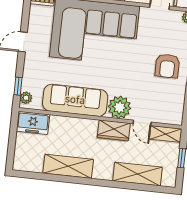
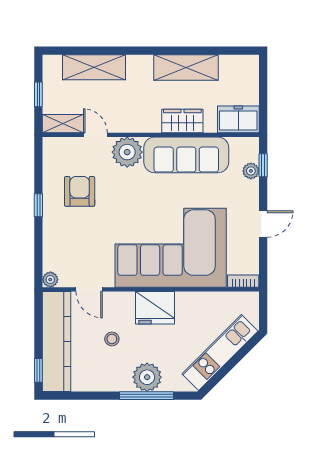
armchair: (167, 66) -> (80, 191), moved
plant: (26, 98) -> (251, 171), moved
wardrobe: (114, 130) -> (182, 121), moved

